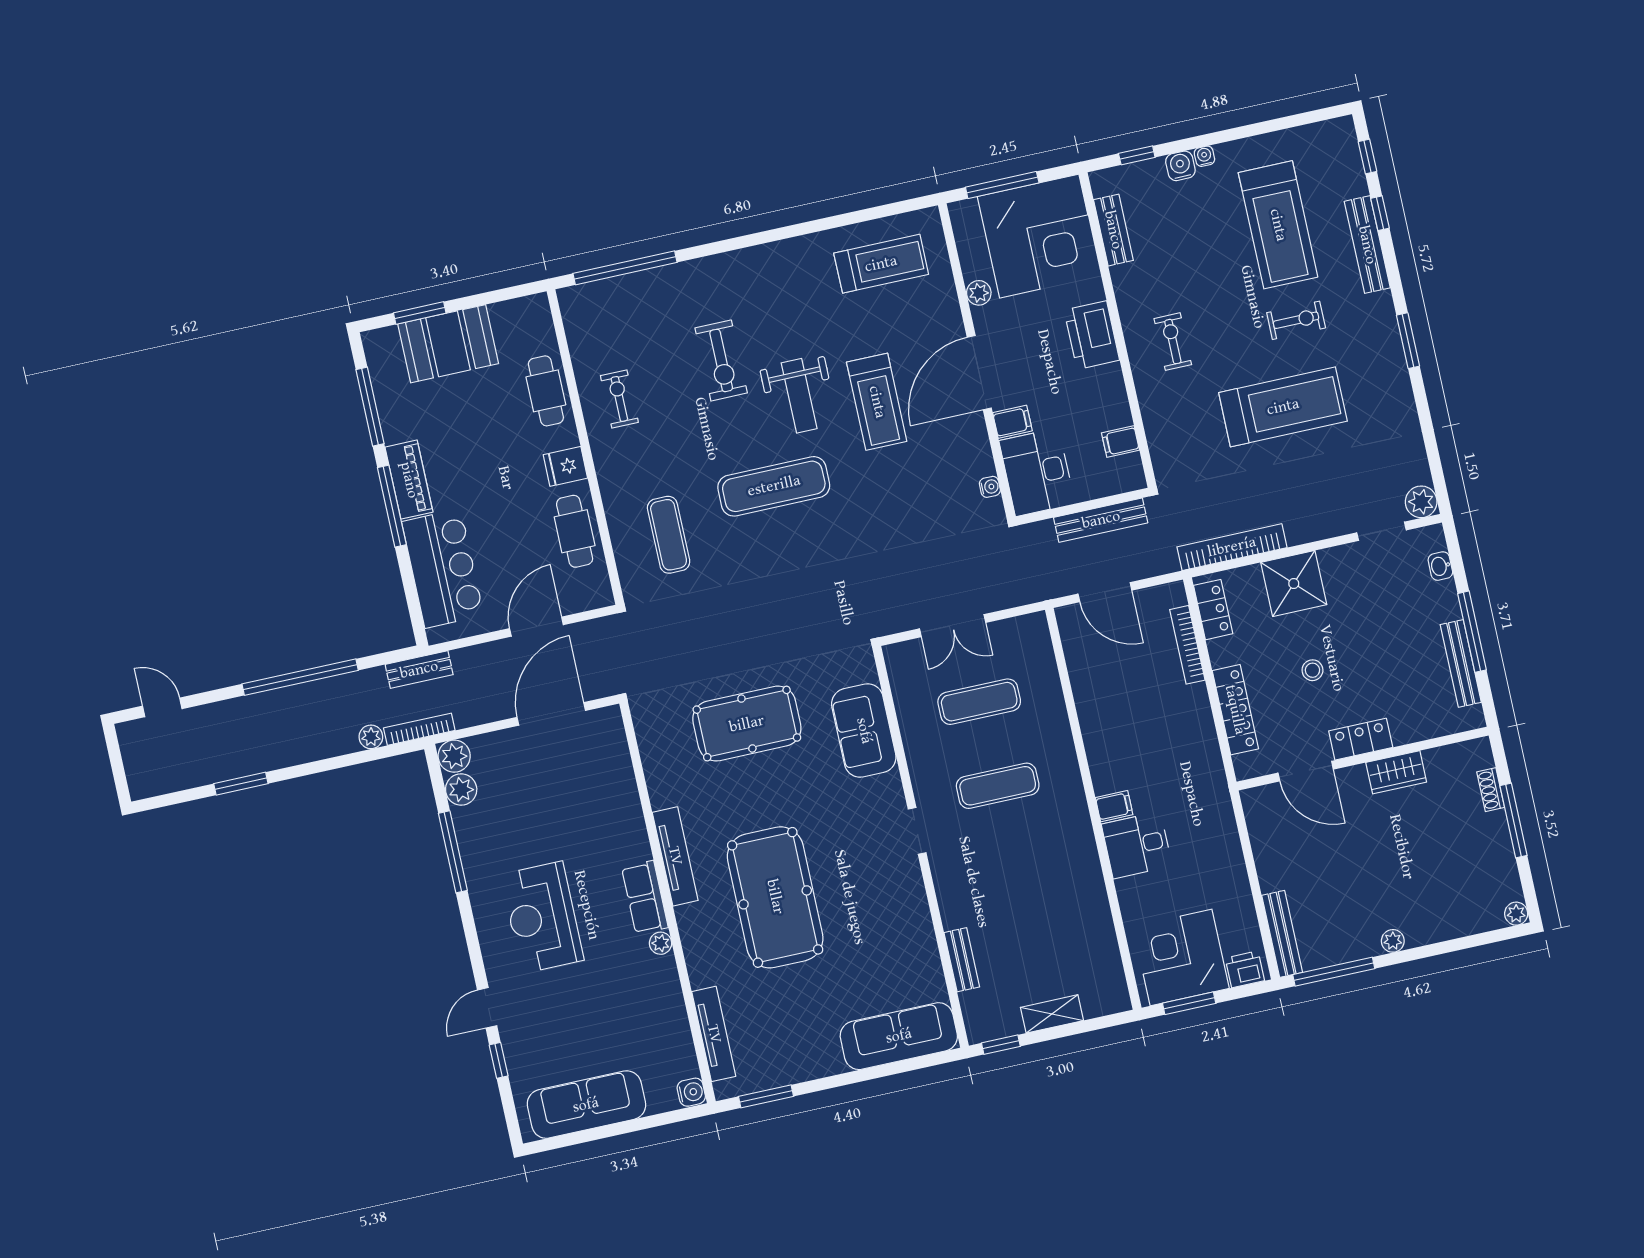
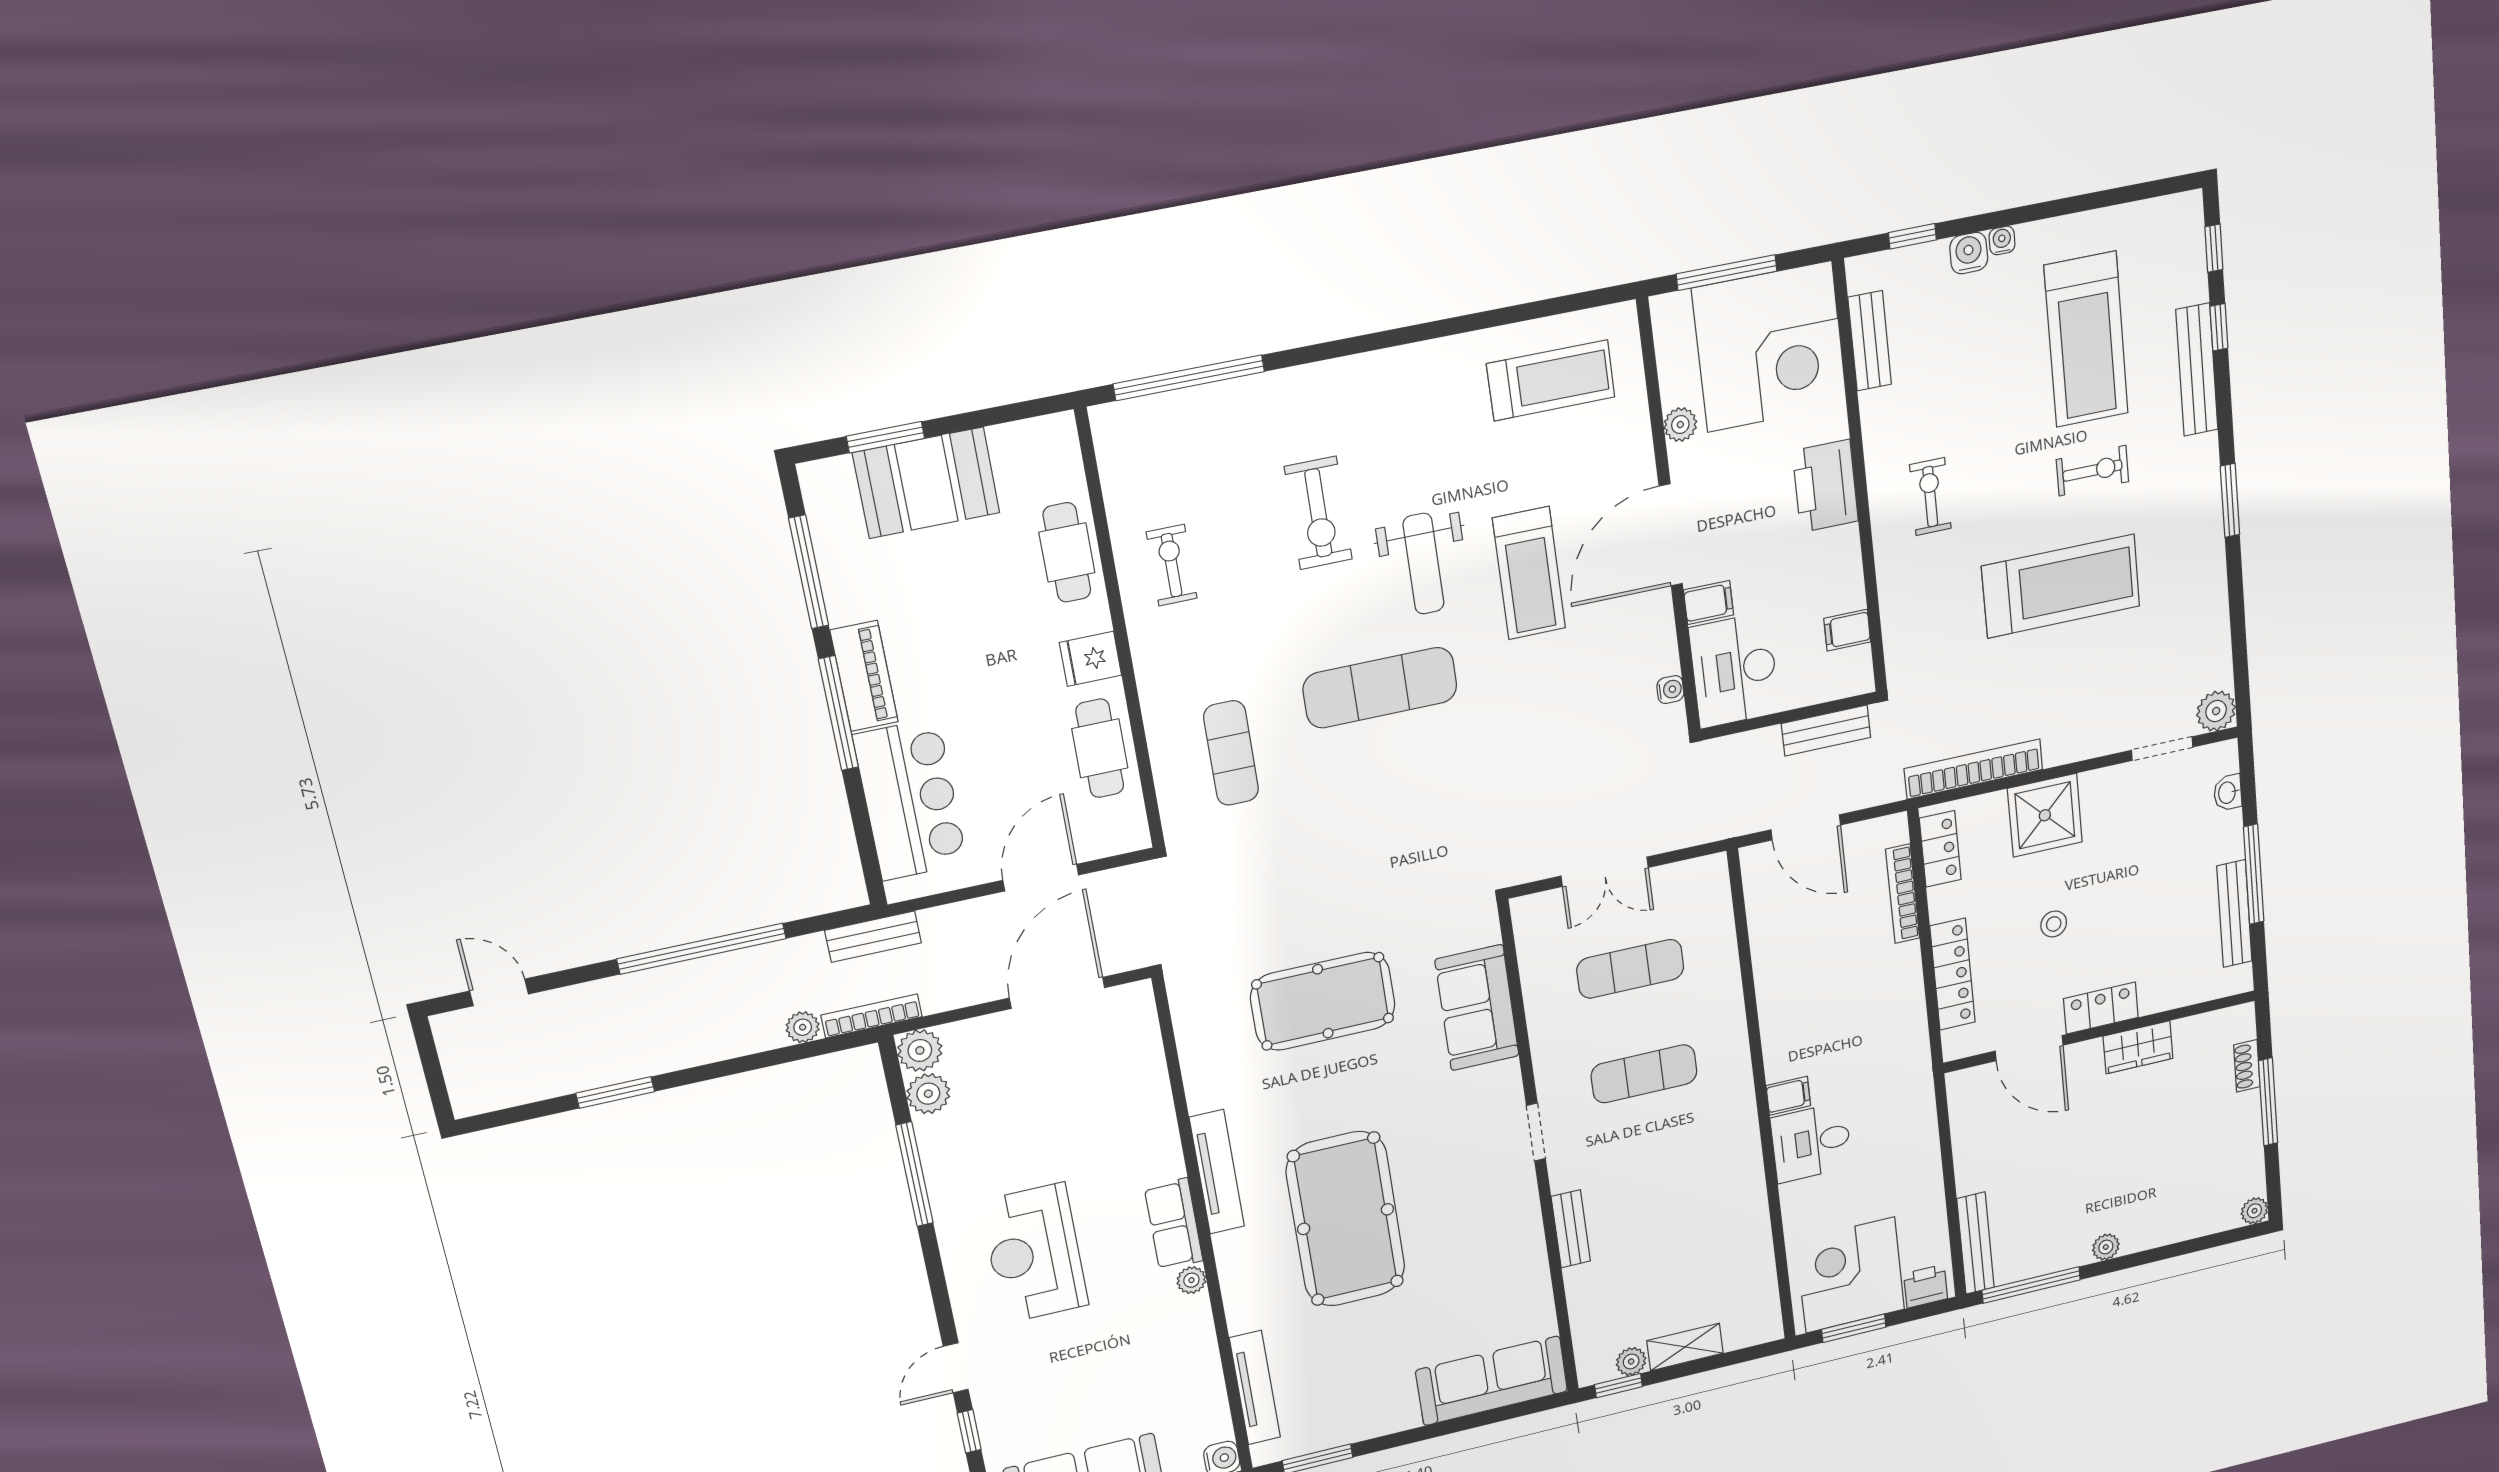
bench: (1101, 520) -> (1826, 731), width x0.73
bench: (962, 960) -> (1571, 1229), moved
plant: (1009, 1024) -> (1631, 1361), added

